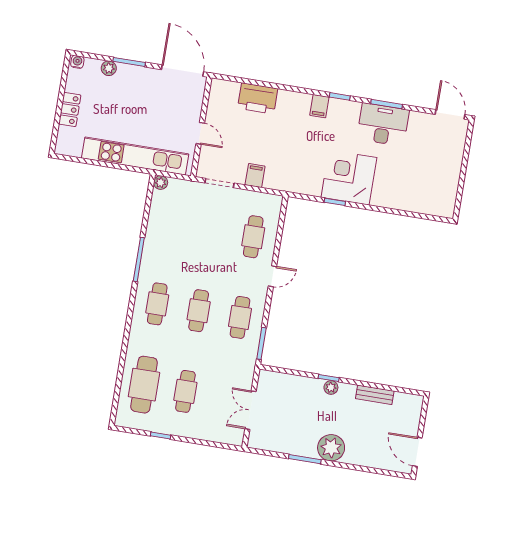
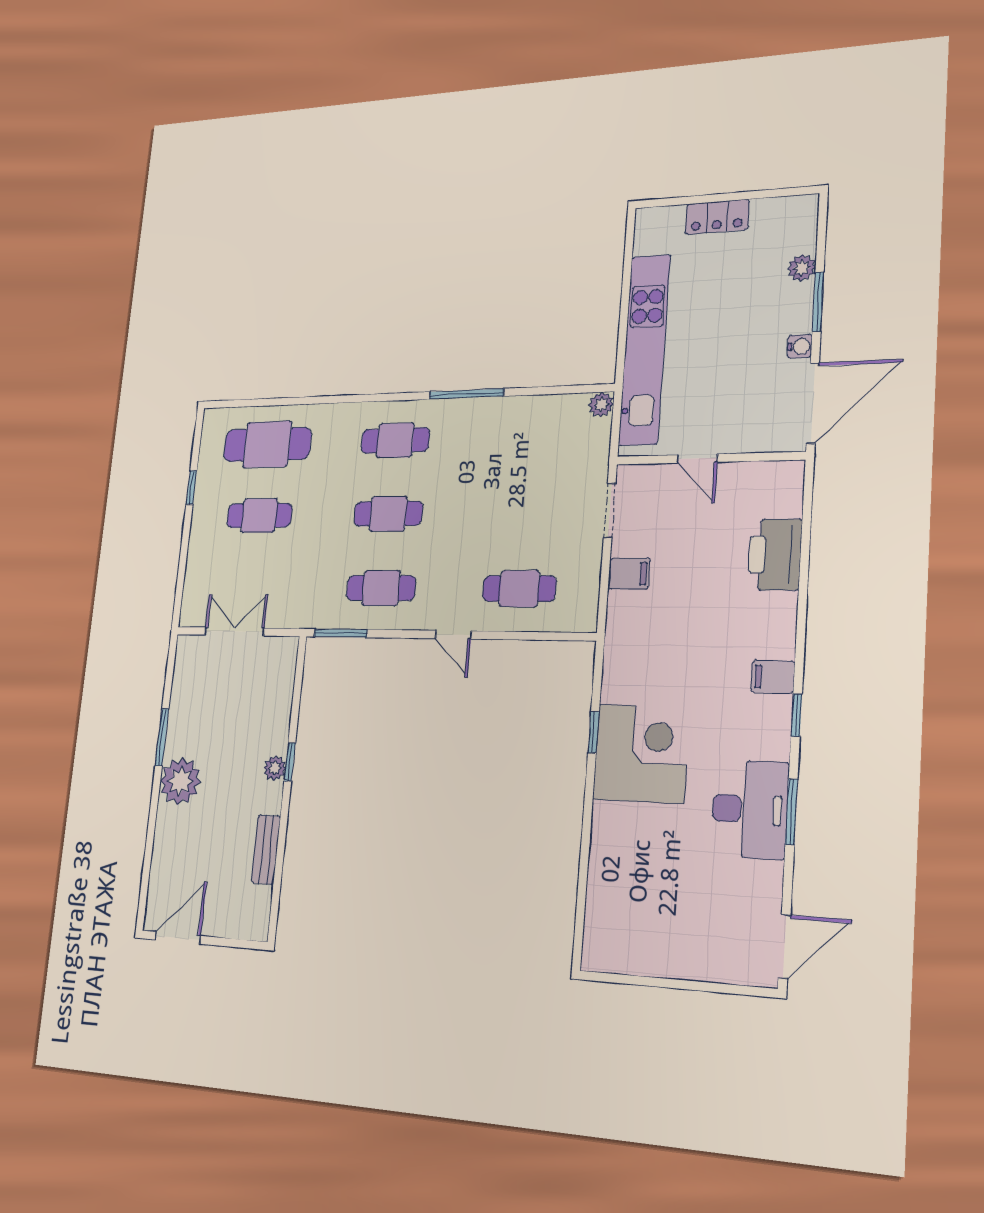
water cooler: (77, 62) -> (800, 346), moved
door: (200, 133) -> (697, 458), hinge flipped

